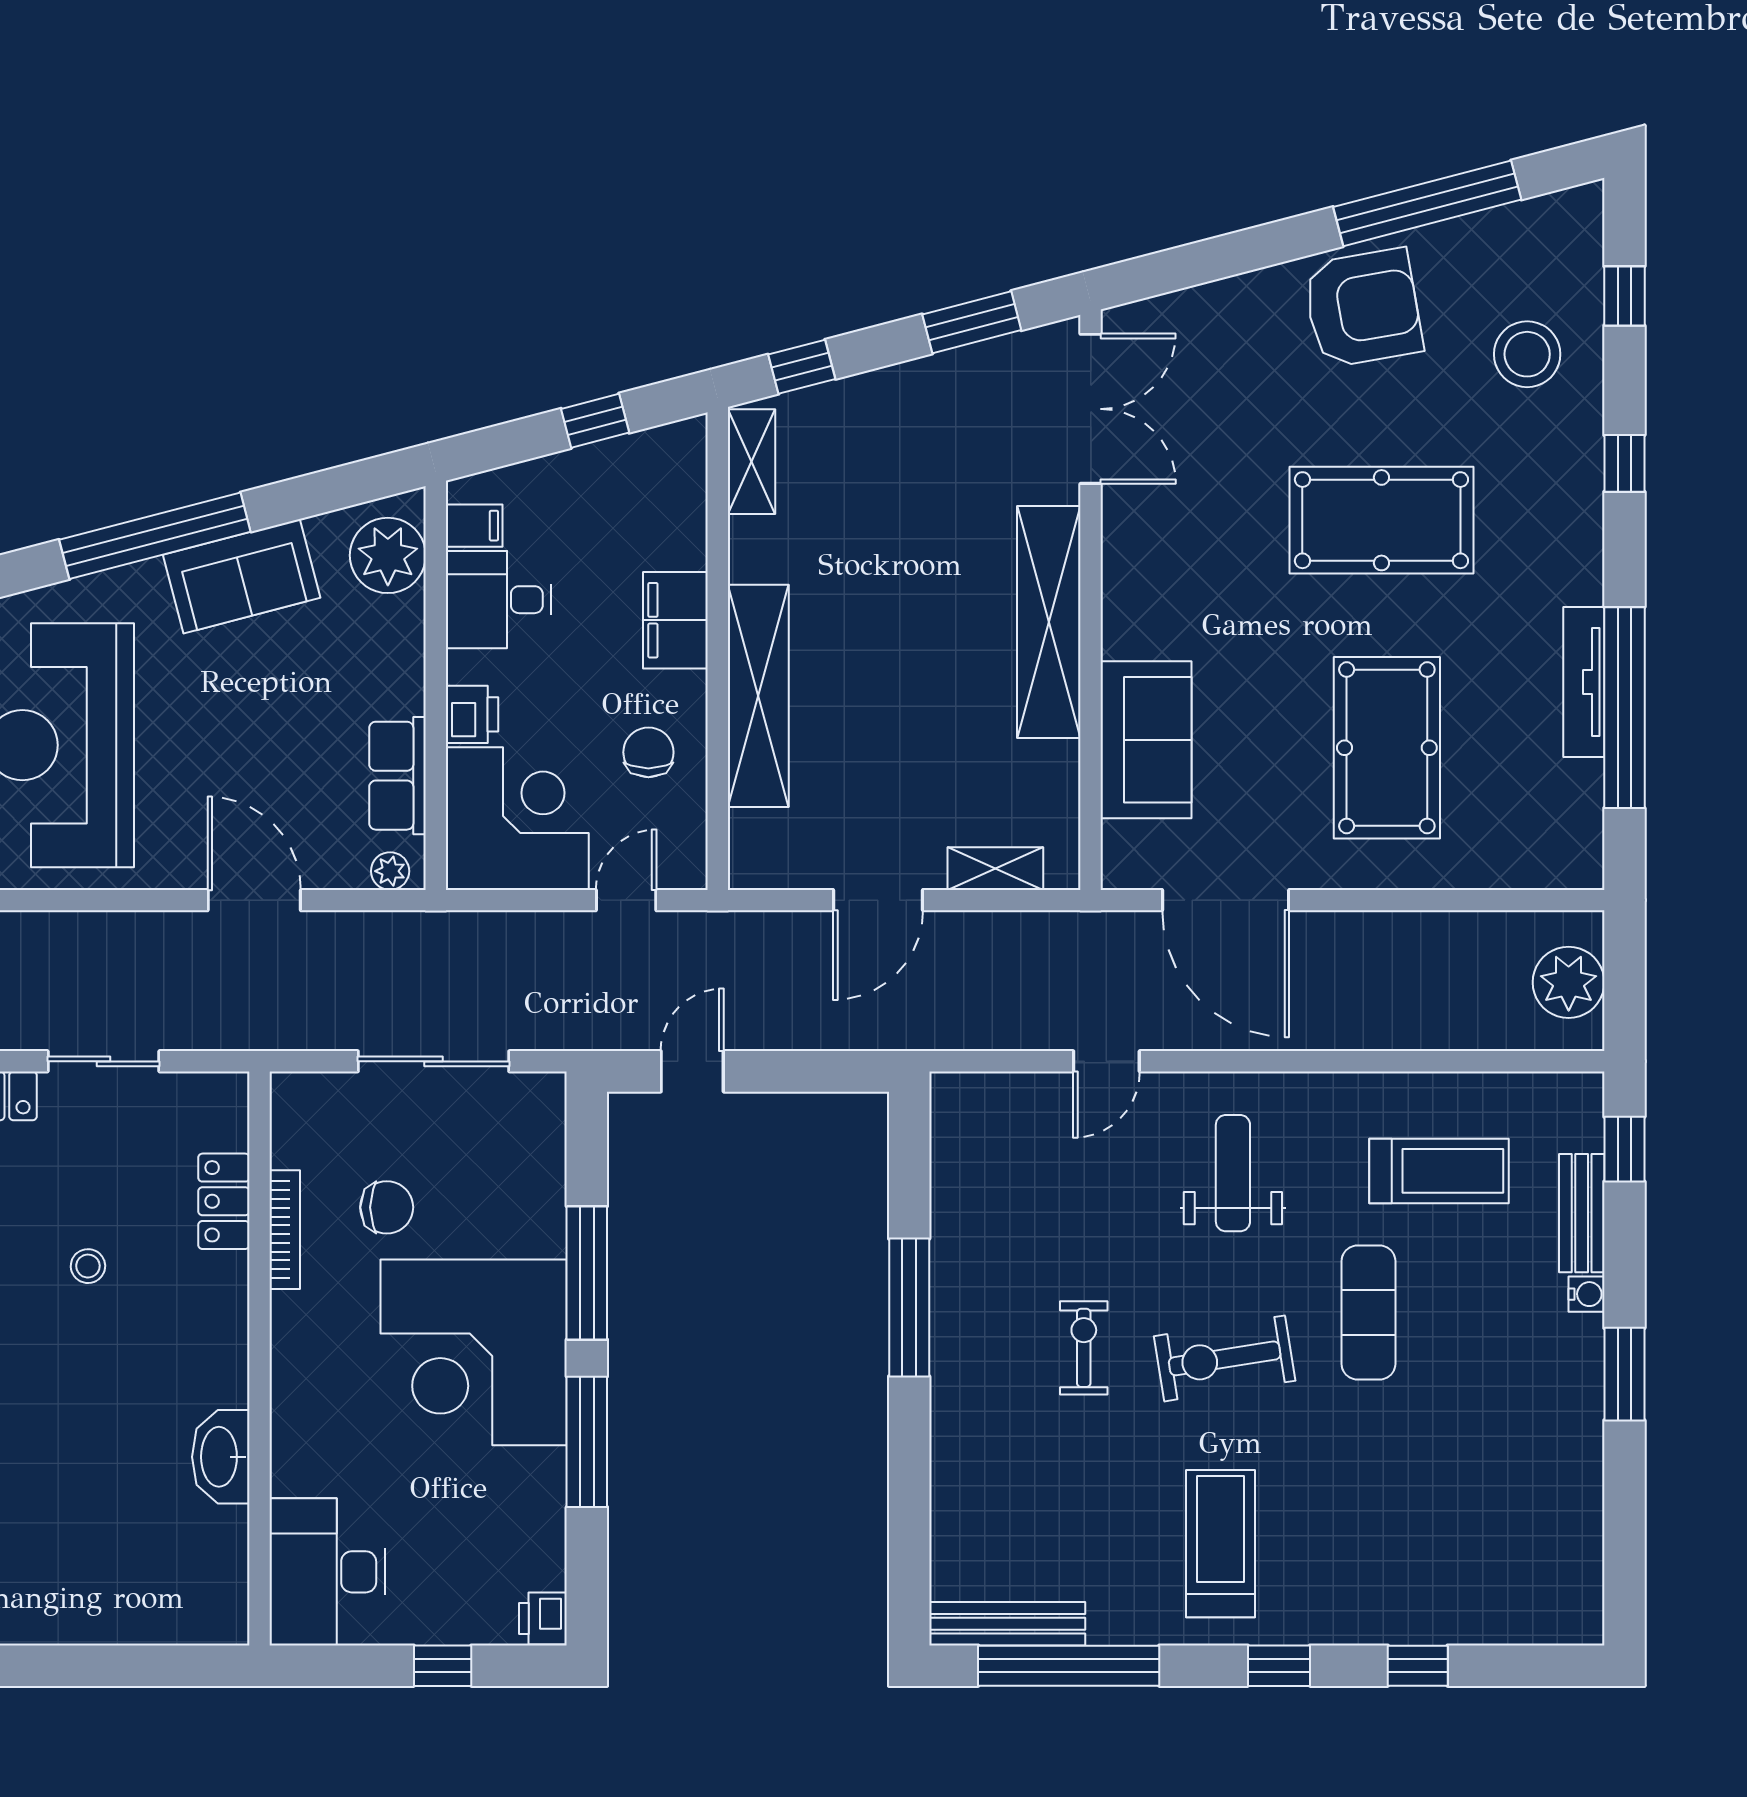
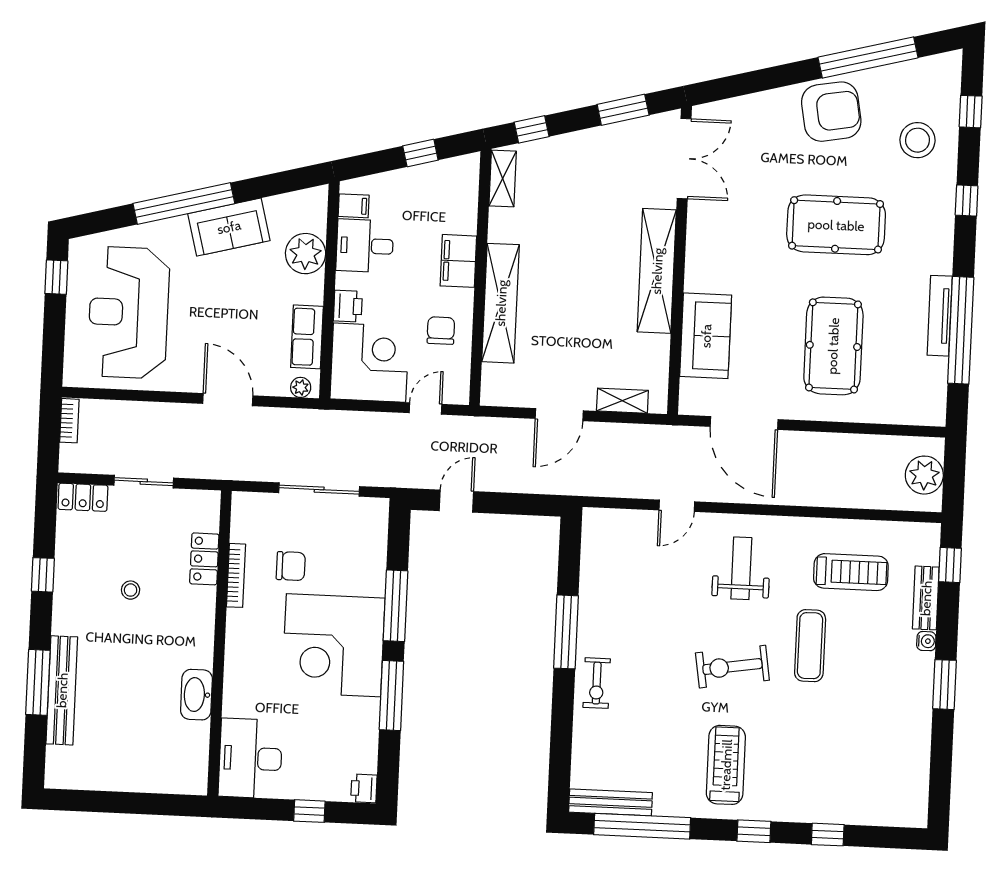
plant: (388, 555) -> (306, 254), moved
exercise bike: (1084, 1348) -> (597, 683), moved, turned 180

